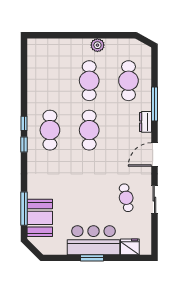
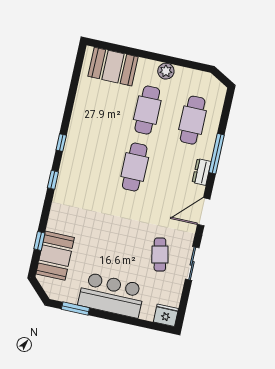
booth: (53, 51) -> (113, 67), added
cafe table: (50, 130) -> (89, 157), removed
window: (24, 144) -> (53, 180), moved
window: (24, 209) -> (39, 241), width x0.46
fridge: (130, 247) -> (166, 315), moved
window: (92, 258) -> (75, 309), moved

